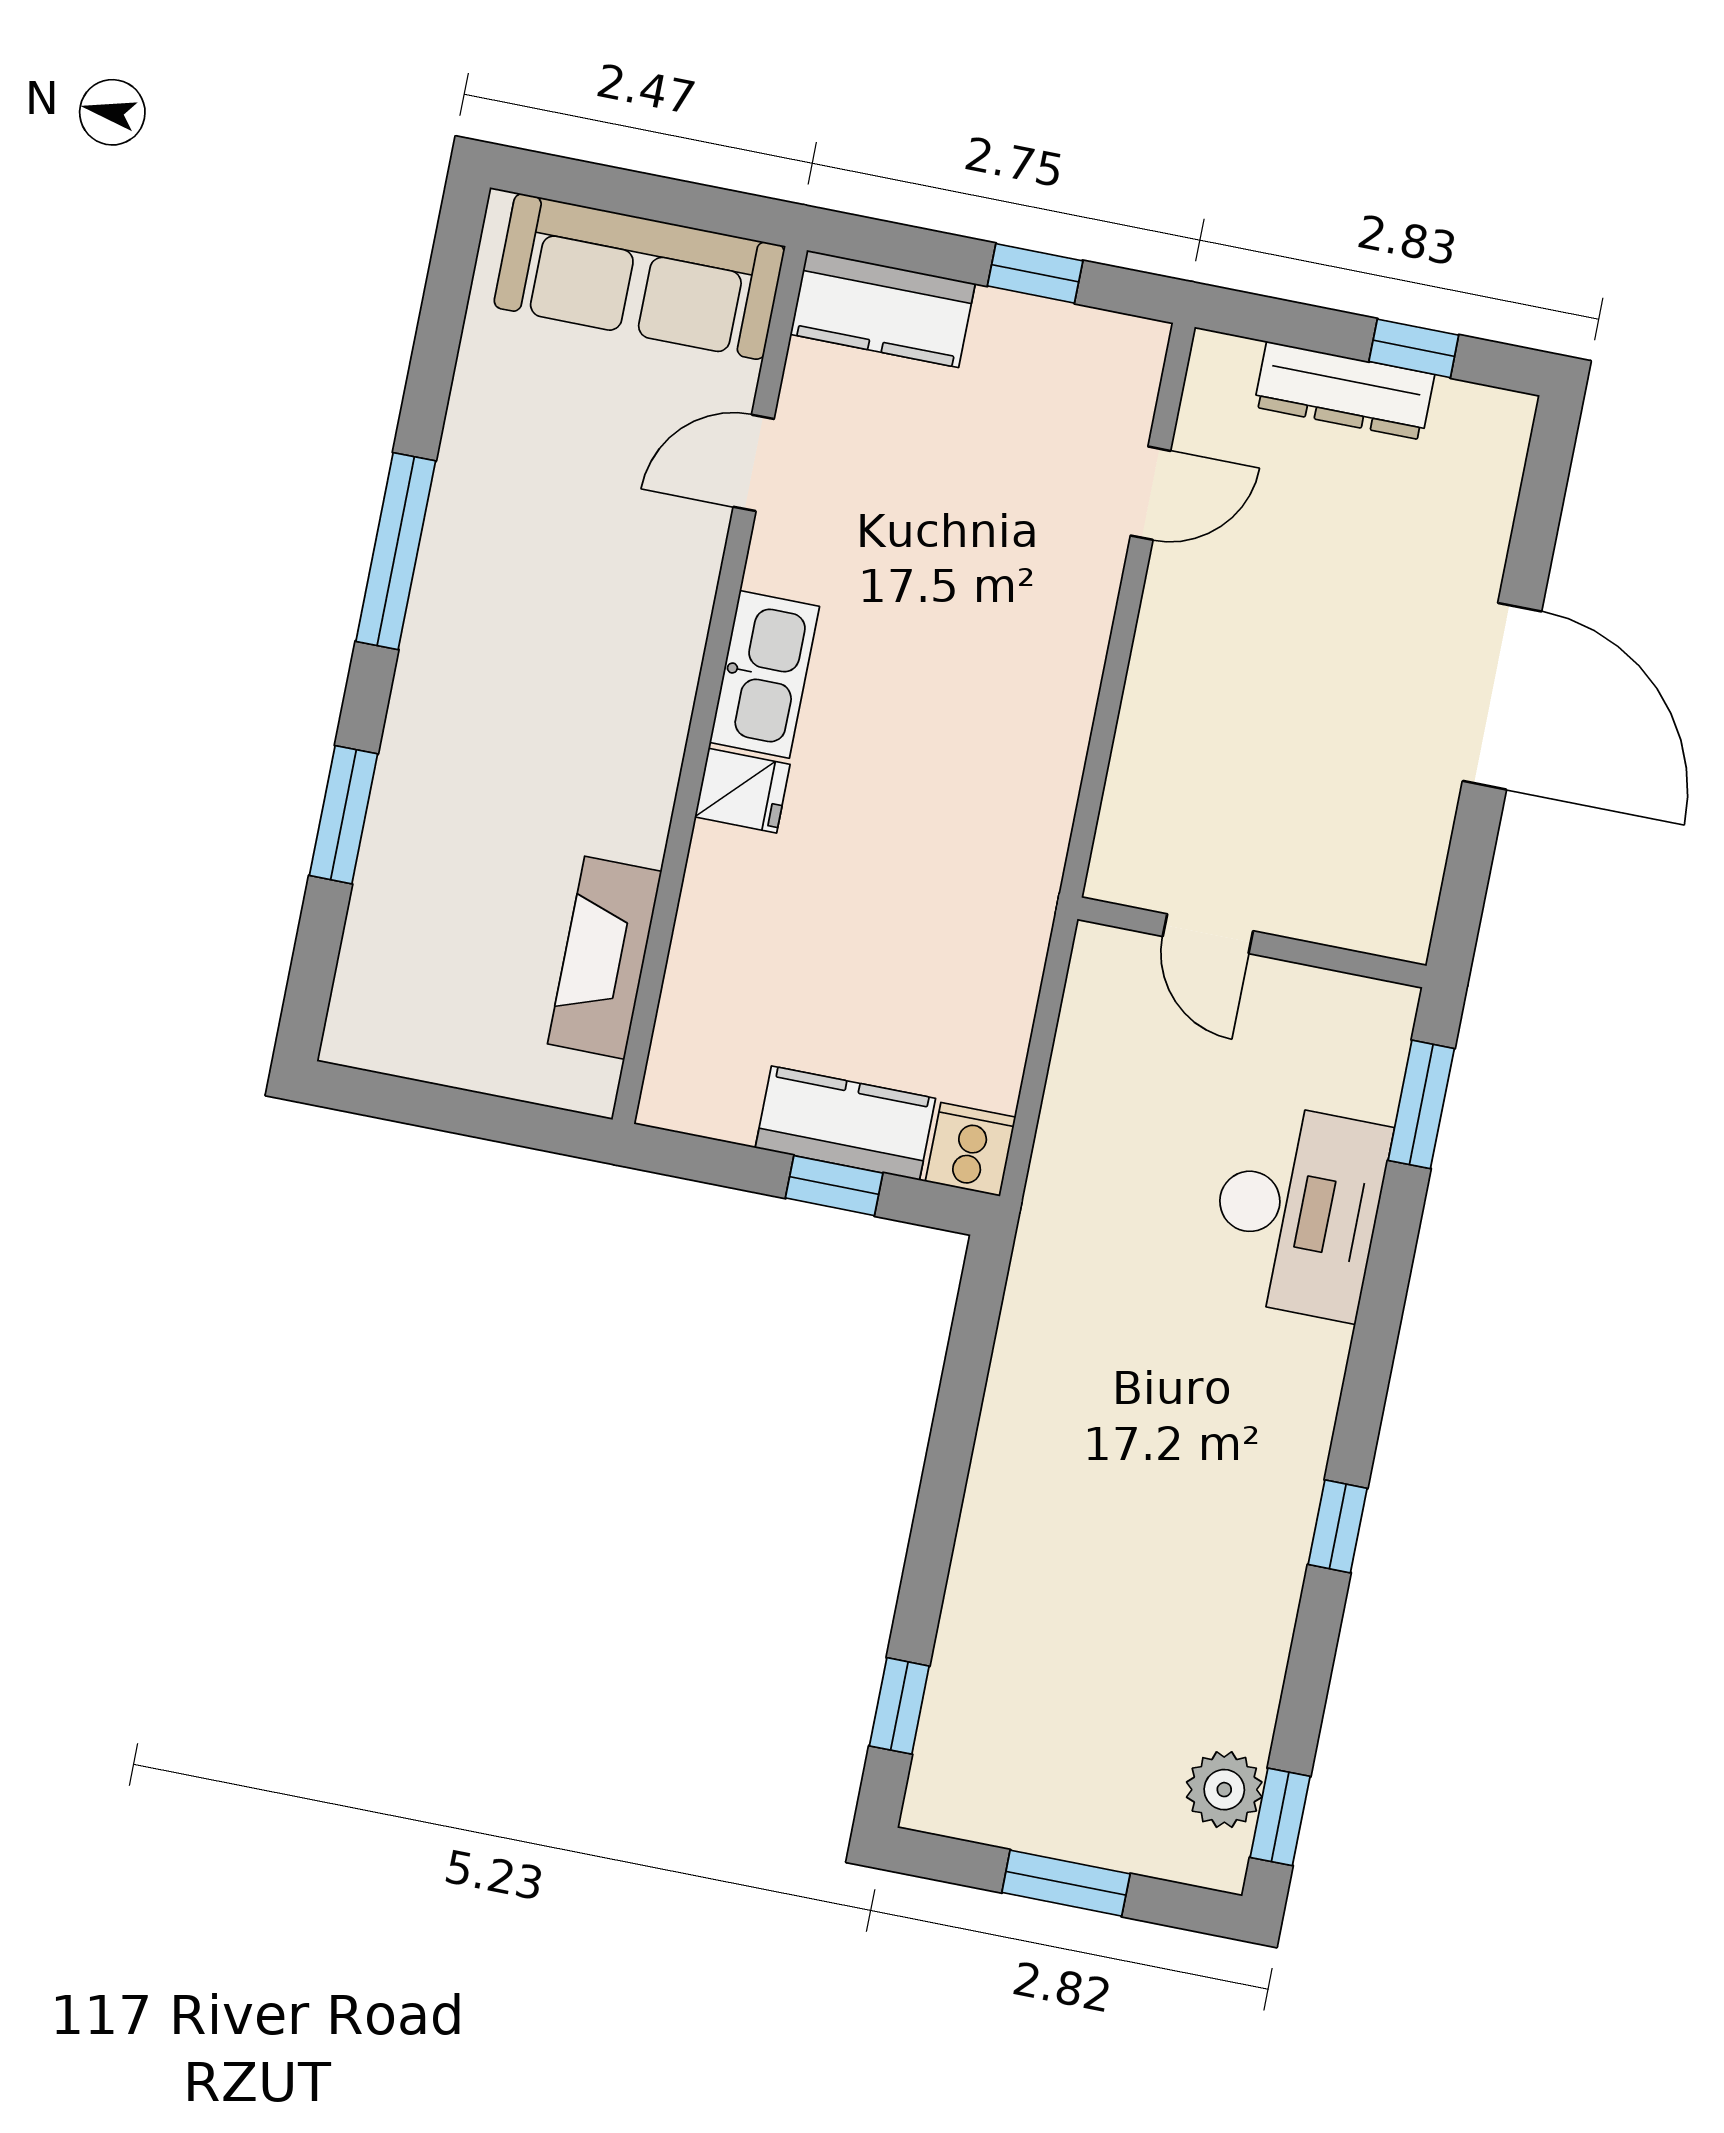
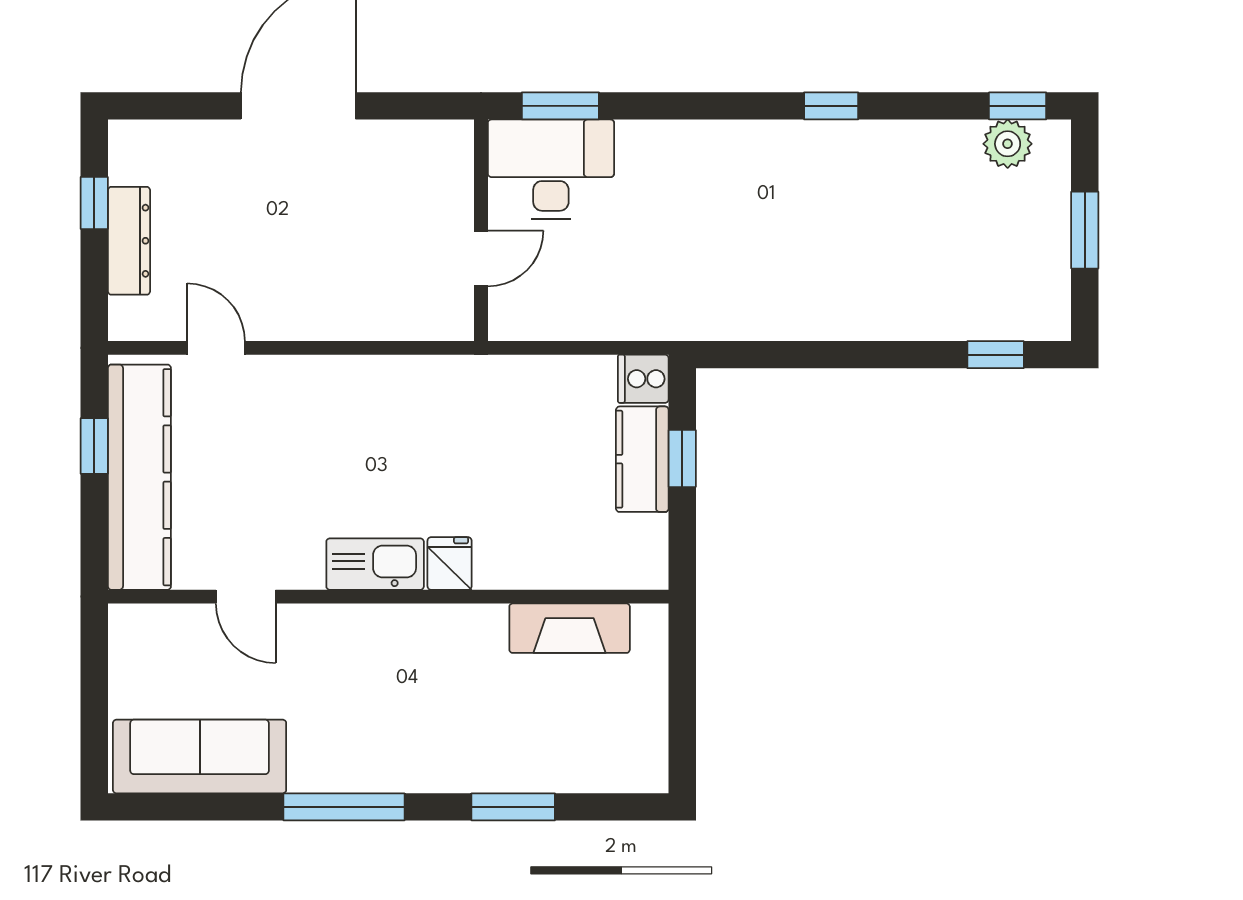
sofa: (639, 277) -> (200, 756), moved, turned -90
kitchen counter: (883, 309) -> (139, 477), width x2.08, depth x1.17
desk: (1298, 1211) -> (551, 169), moved

